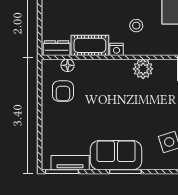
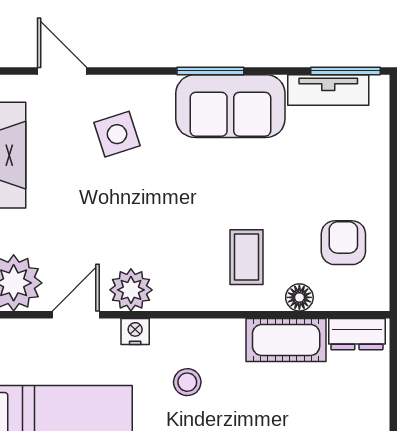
nightstand: (116, 49) -> (135, 332), moved
floor lamp: (68, 65) -> (299, 297), moved
plant: (143, 69) -> (131, 290), moved
coffee table: (108, 84) -> (247, 257), added

